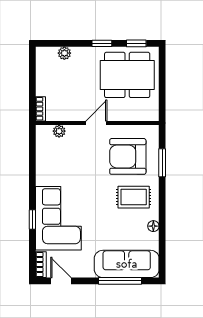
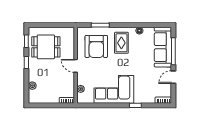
dining table: (127, 75) -> (46, 47), width x0.73
corner sofa: (58, 218) -> (114, 89), moved
door: (61, 281) -> (173, 77), moved

